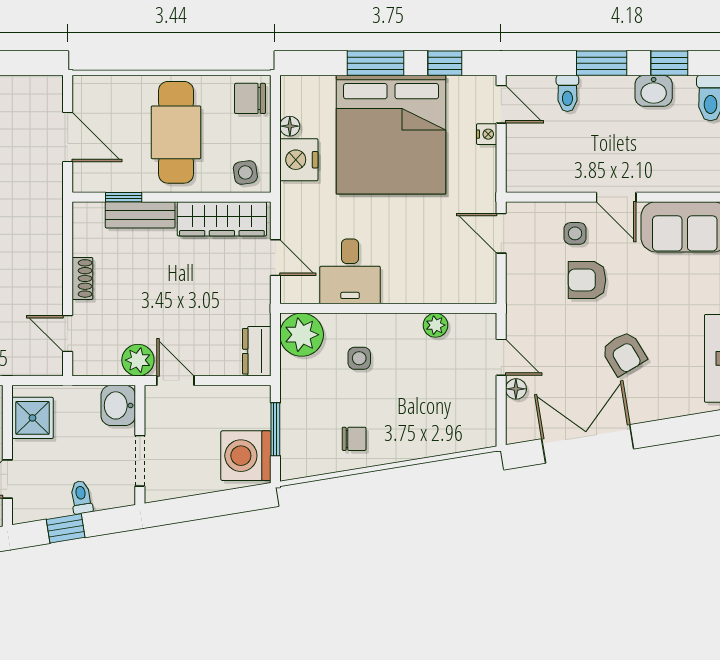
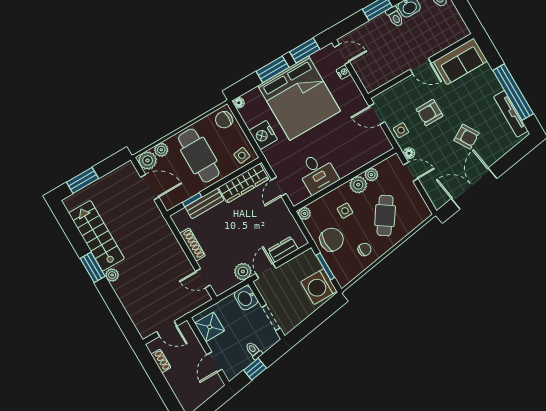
window: (445, 63) -> (305, 50), width x1.50
plant: (121, 88) -> (161, 150), added
plant: (89, 92) -> (148, 160), added
toilet: (567, 93) -> (395, 17), moved
floor lamp: (290, 126) -> (239, 103), moved
side table: (575, 233) -> (401, 130), moved
door: (275, 258) -> (279, 187), swing flipped
shoe rack: (82, 278) -> (192, 244), width x1.43
plant: (405, 329) -> (358, 185), added
plant: (302, 335) -> (304, 213), width x0.53, depth x0.53
dresser: (257, 351) -> (283, 249), moved, turned 90
door: (175, 381) -> (266, 271), hinge flipped
floor lamp: (516, 389) -> (409, 153), moved
chair: (310, 392) -> (332, 240), added
cafe table: (419, 404) -> (385, 216), added

